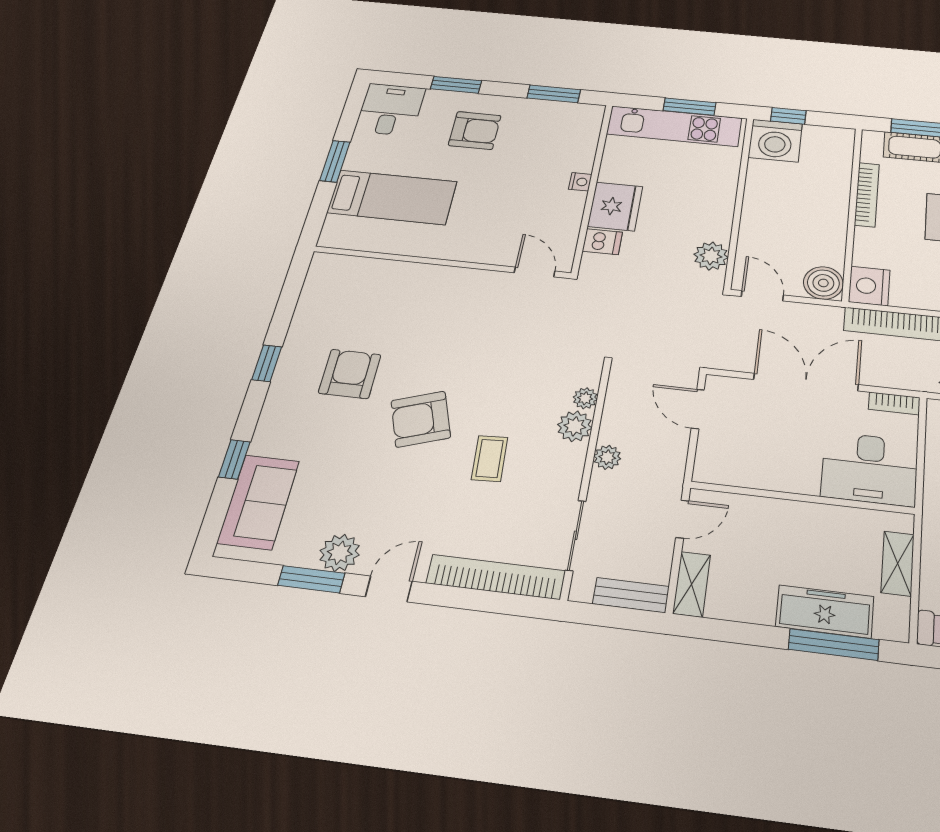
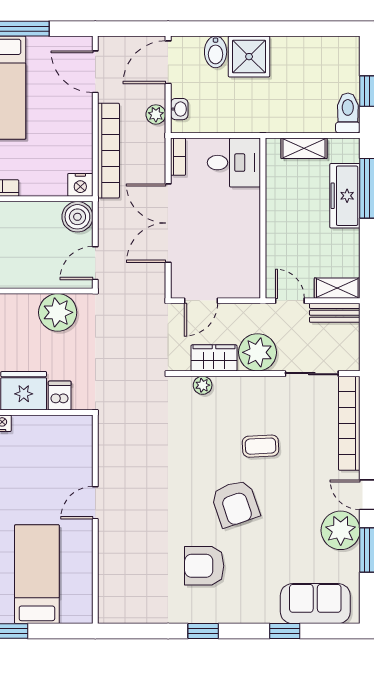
plant: (711, 256) -> (58, 312), width x1.36, depth x1.36
door: (535, 272) -> (95, 503), moved
nightstand: (869, 286) -> (80, 185), width x0.74, depth x0.75
wardrobe: (619, 416) -> (214, 358), added
plant: (575, 426) -> (227, 389), removed
plant: (607, 457) -> (258, 352), width x1.87, depth x1.87
desk: (870, 469) -> (234, 163), width x0.73
plant: (340, 553) -> (341, 530), width x1.36, depth x1.36
bench: (631, 595) -> (335, 313), moved, turned 90

